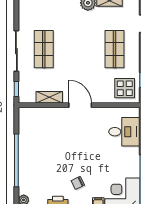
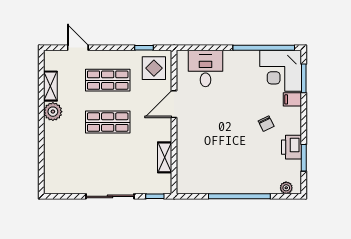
shop shelf: (44, 49) -> (108, 122), moved
door: (80, 105) -> (174, 104), moved

